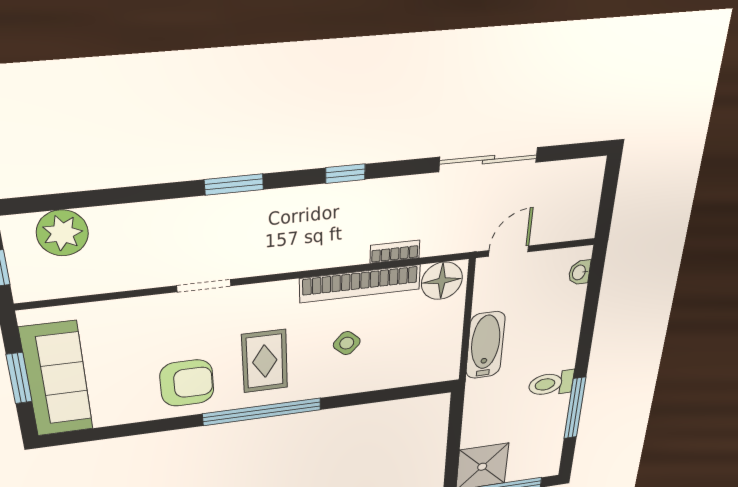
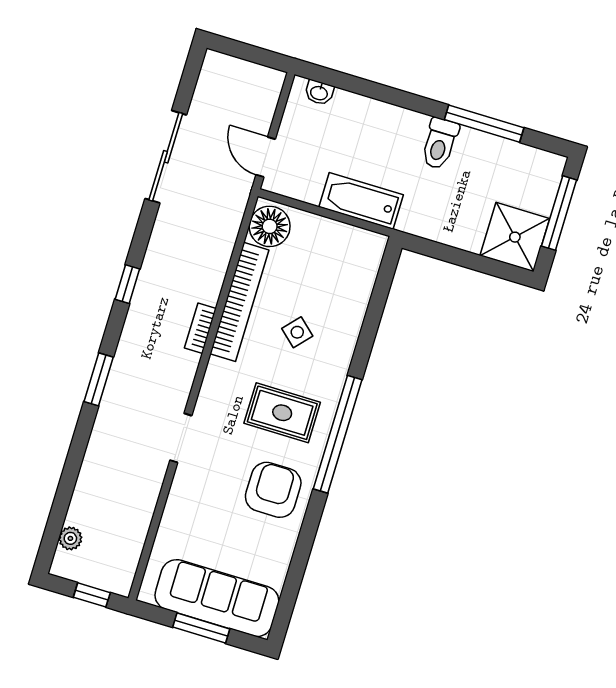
plant: (62, 233) -> (70, 538), width x0.53, depth x0.53
bookcase: (395, 252) -> (200, 328), moved

